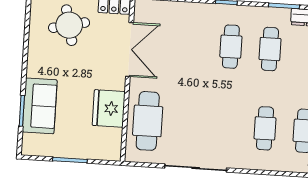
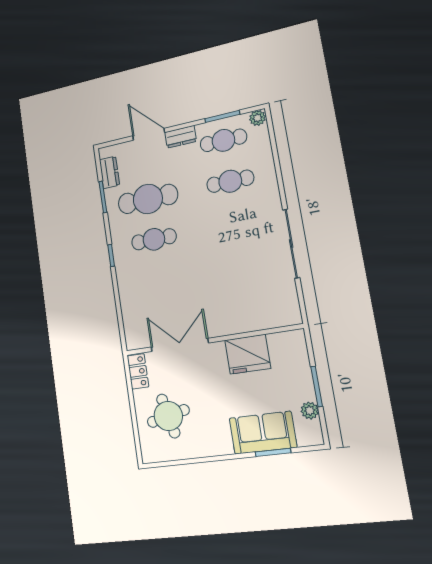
cafe table: (270, 49) -> (148, 199), width x1.37, depth x1.35
cafe table: (148, 121) -> (252, 308), removed
plant: (51, 150) -> (310, 411), added

